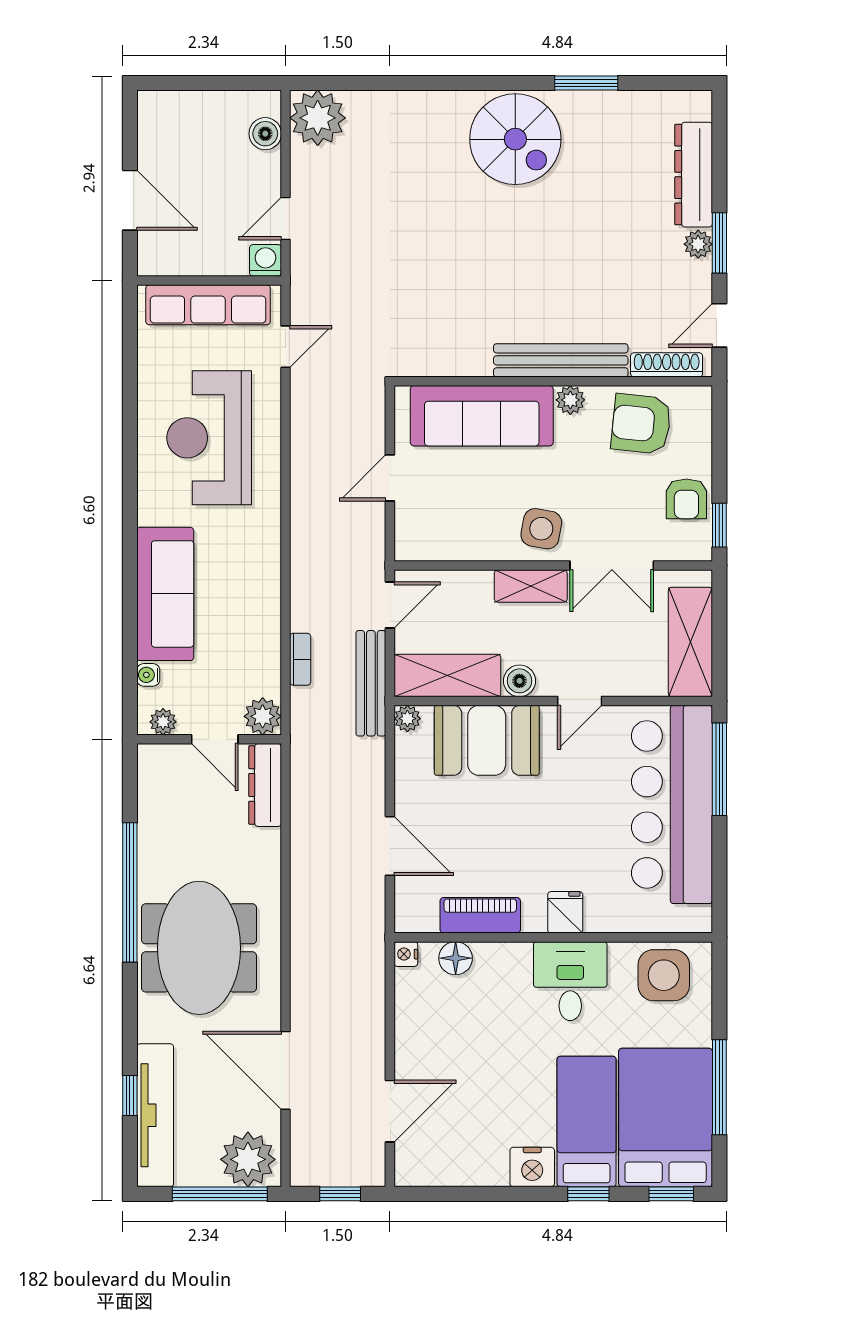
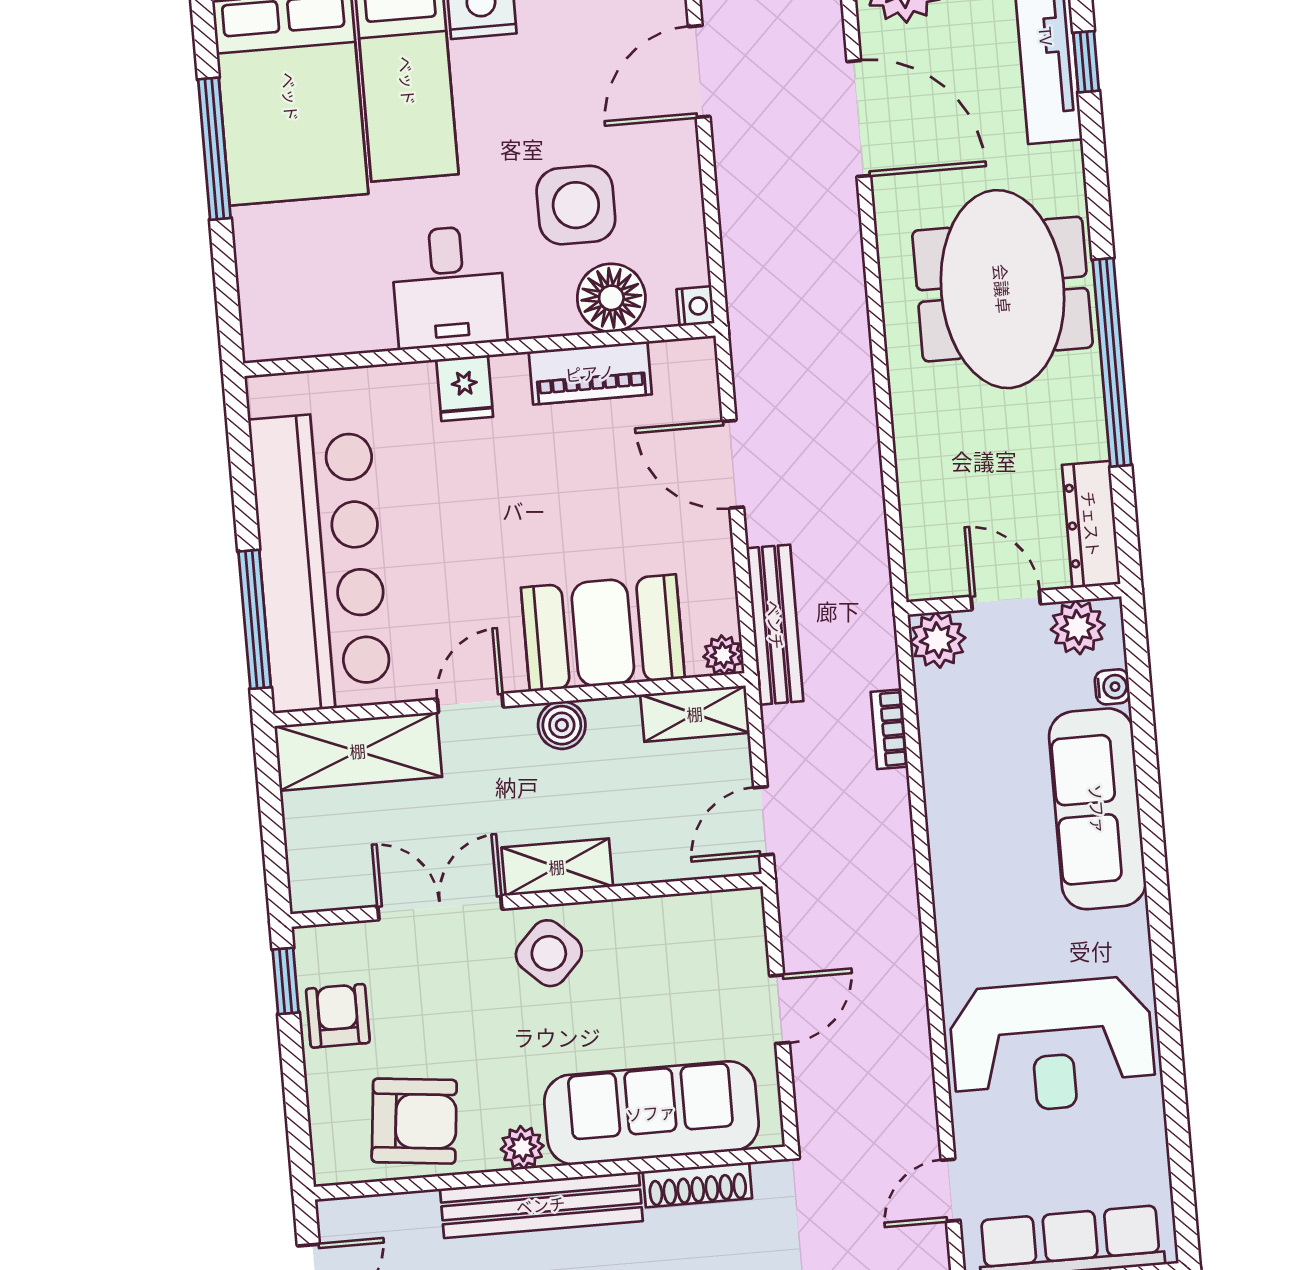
shoe rack: (667, 365) -> (697, 1185), moved
reception desk: (209, 438) -> (1052, 1046), turned 90
side table: (541, 529) -> (549, 953), turned 34
shelving: (690, 642) -> (358, 751), moved, turned 90
shelving: (447, 675) -> (695, 714), width x0.67, depth x0.75
bench: (371, 683) -> (775, 625), moved
plant: (163, 722) -> (1078, 627), width x1.38, depth x1.38
dresser: (265, 785) -> (1091, 524), moved, turned 180
floor lamp: (456, 958) -> (611, 298), width x1.38, depth x1.38
side table: (664, 975) -> (576, 205), moved

